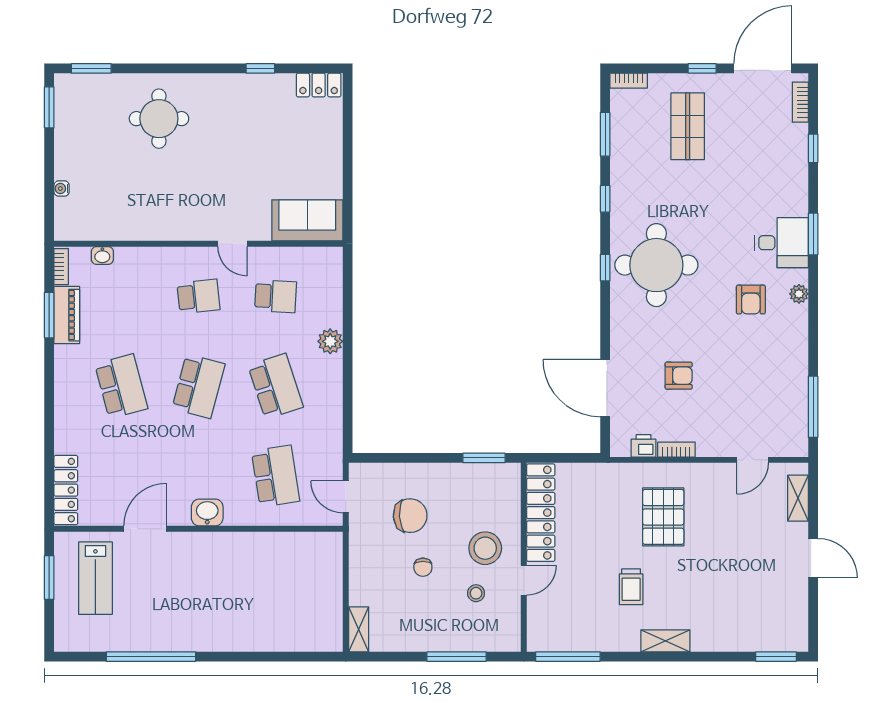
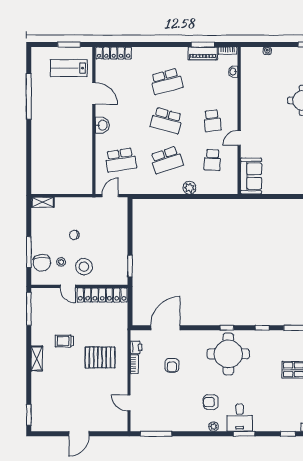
shelving: (798, 498) -> (110, 426), removed
chair: (410, 516) -> (42, 263), moved

